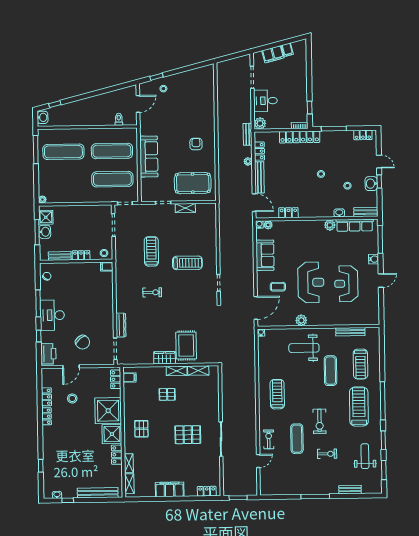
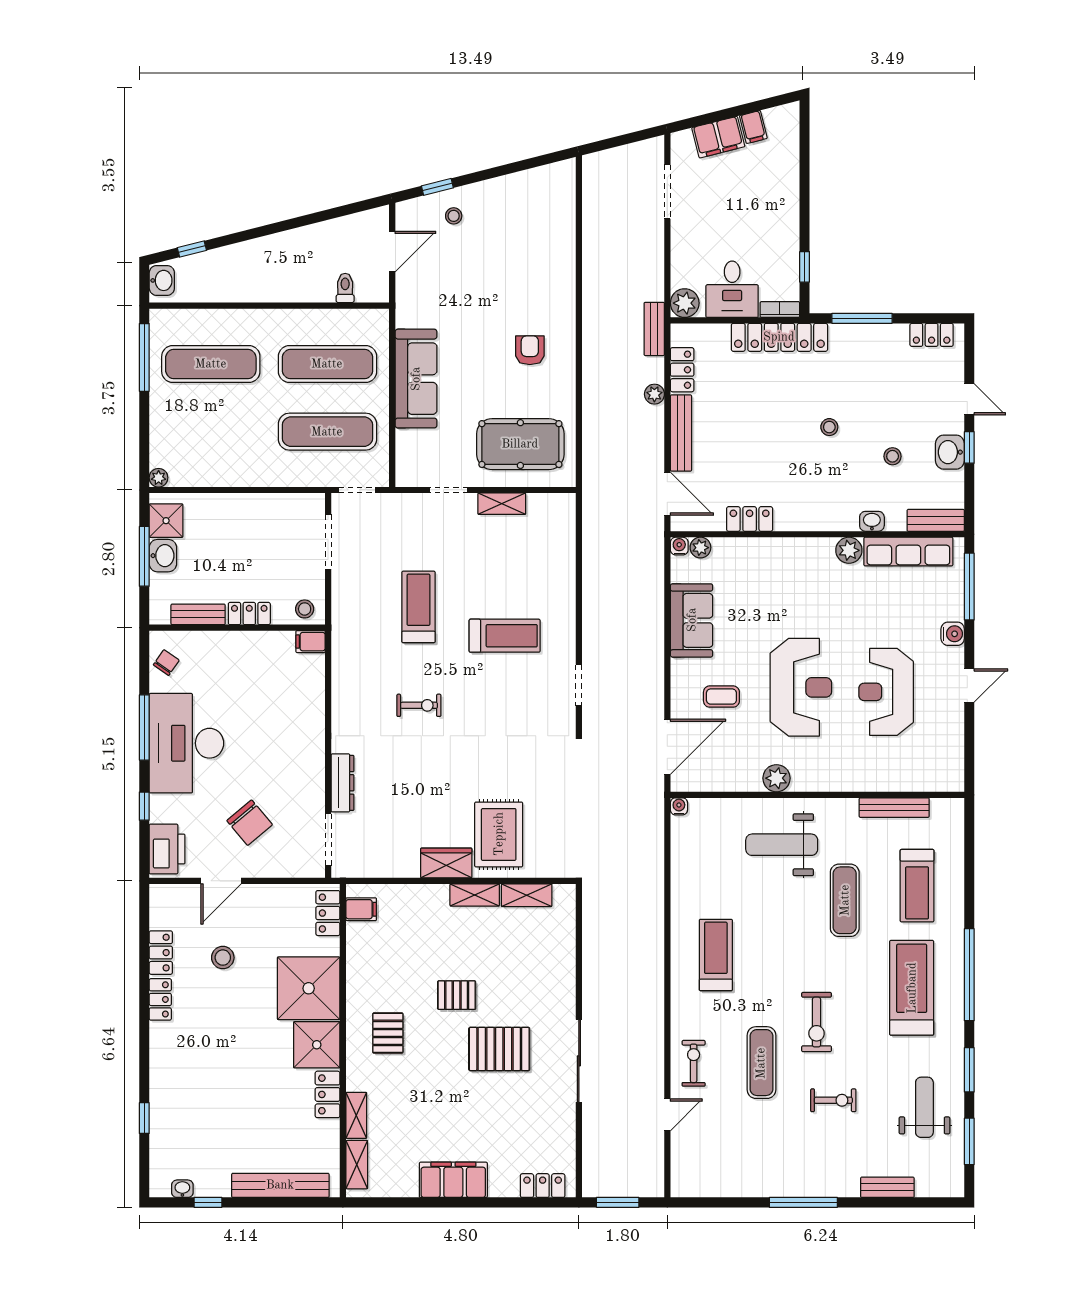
desk: (265, 101) -> (732, 289), moved, turned -90
desk: (52, 315) -> (186, 743), width x1.36, depth x1.30
pallet: (167, 394) -> (457, 995), moved

